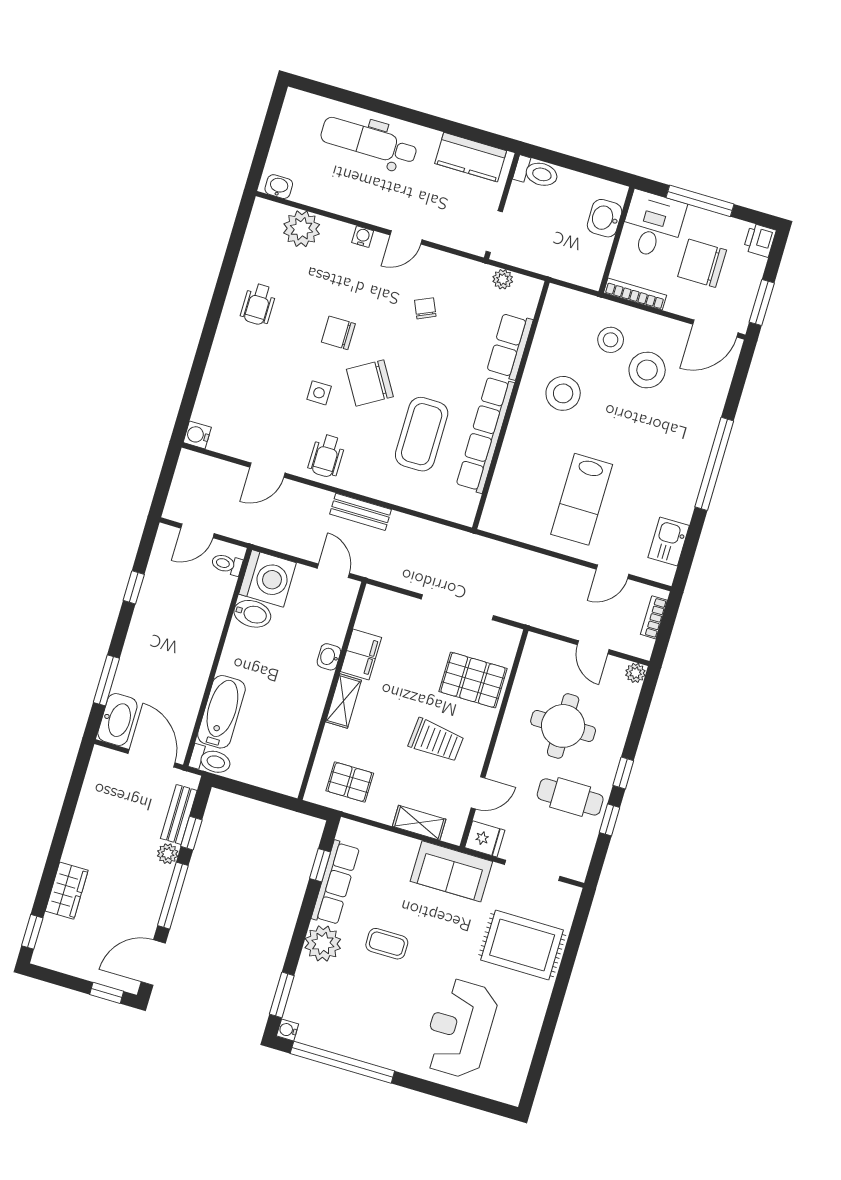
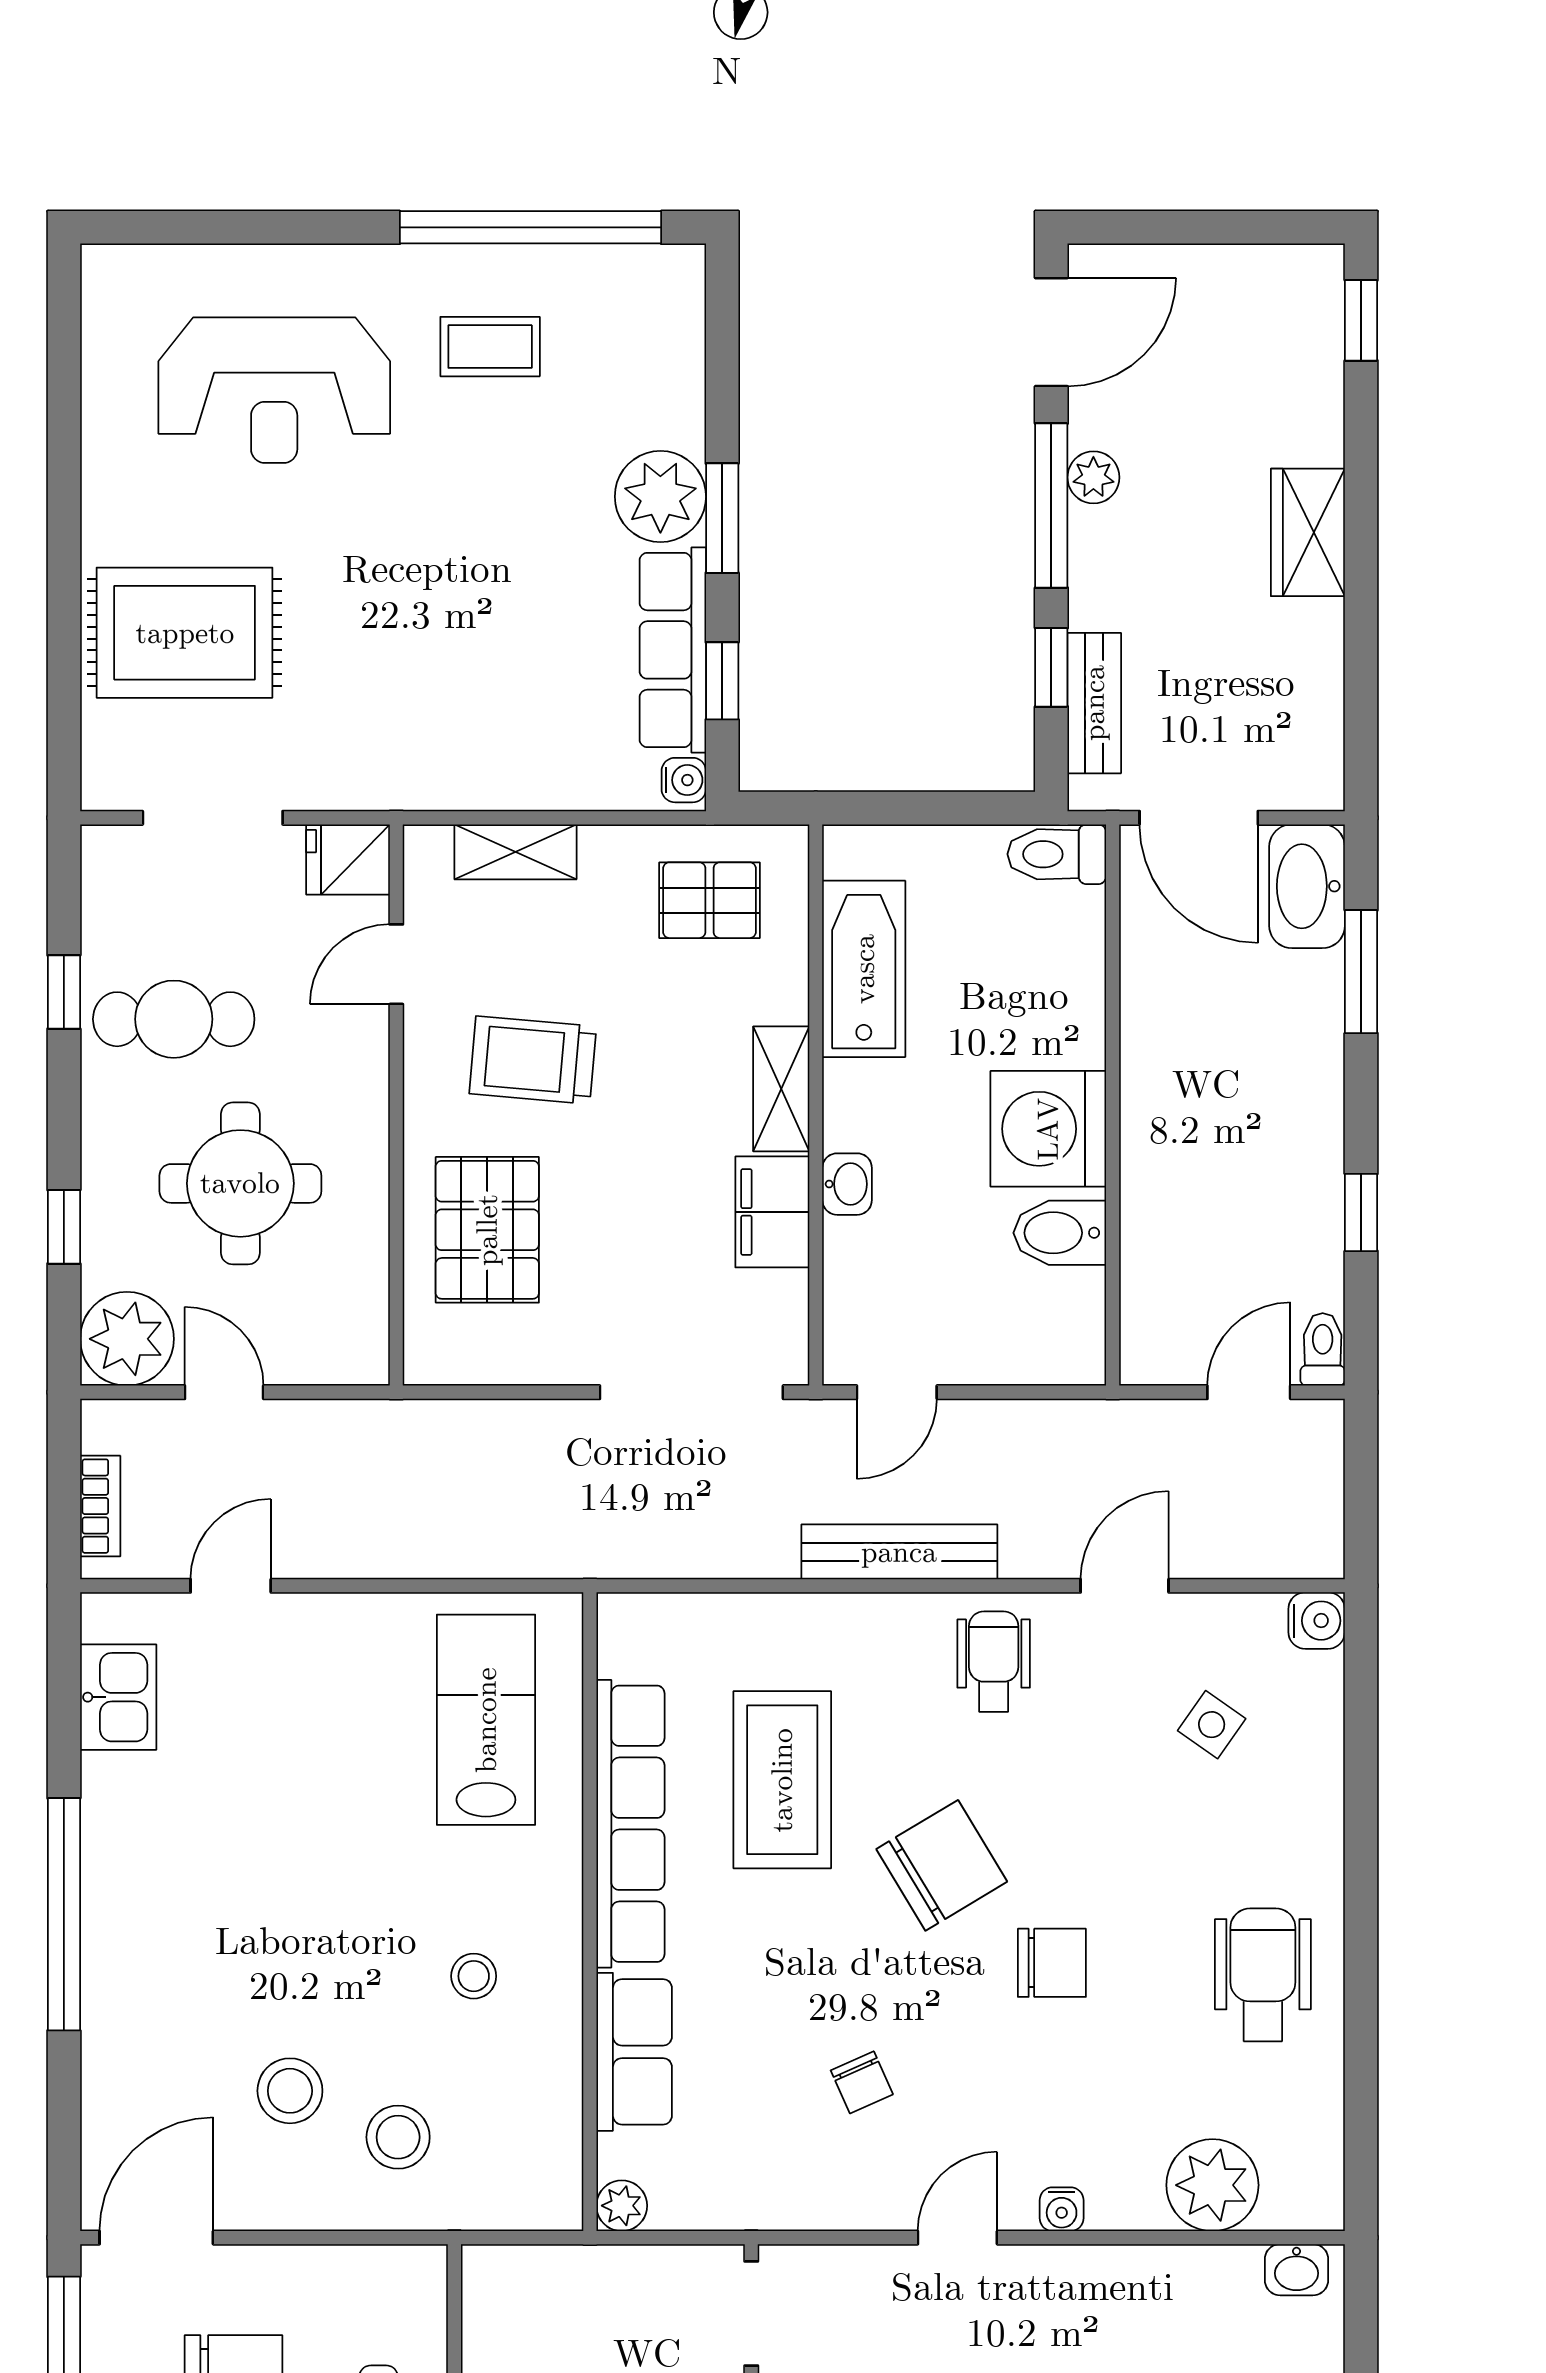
plant: (503, 279) -> (622, 2206), moved
bookcase: (635, 294) -> (372, 2264), removed
wheelchair: (258, 304) -> (1263, 1975), width x1.36, depth x1.37
stool: (647, 370) -> (290, 2091), width x0.73, depth x0.73
side table: (319, 393) -> (1212, 1725), moved, turned 35
stool: (563, 393) -> (474, 1976), width x0.53, depth x0.53
lab bench: (582, 499) -> (486, 1720), moved
bench: (361, 512) -> (899, 1552), width x1.36
toilet: (227, 564) -> (1323, 1349), moved, turned -90
door: (333, 571) -> (897, 1392), hinge flipped
washing machine: (268, 578) -> (1048, 1129), moved
doorway: (457, 607) -> (691, 1392), moved
plant: (635, 673) -> (127, 1339), width x1.88, depth x1.88
pallet: (473, 680) -> (487, 1230), turned 90
bathtub: (221, 712) -> (864, 969), moved, turned 180
window: (623, 773) -> (64, 1227), moved
plant: (168, 854) -> (1093, 477), moved
sofa: (451, 871) -> (405, 759), removed
wardrobe: (67, 891) -> (1308, 532), moved
coffee table: (387, 944) -> (490, 347), moved
window: (107, 993) -> (1141, 227), removed
window: (282, 995) -> (722, 518), moved
reception desk: (460, 1028) -> (274, 390), turned 90
water cooler: (288, 1030) -> (684, 780), moved

